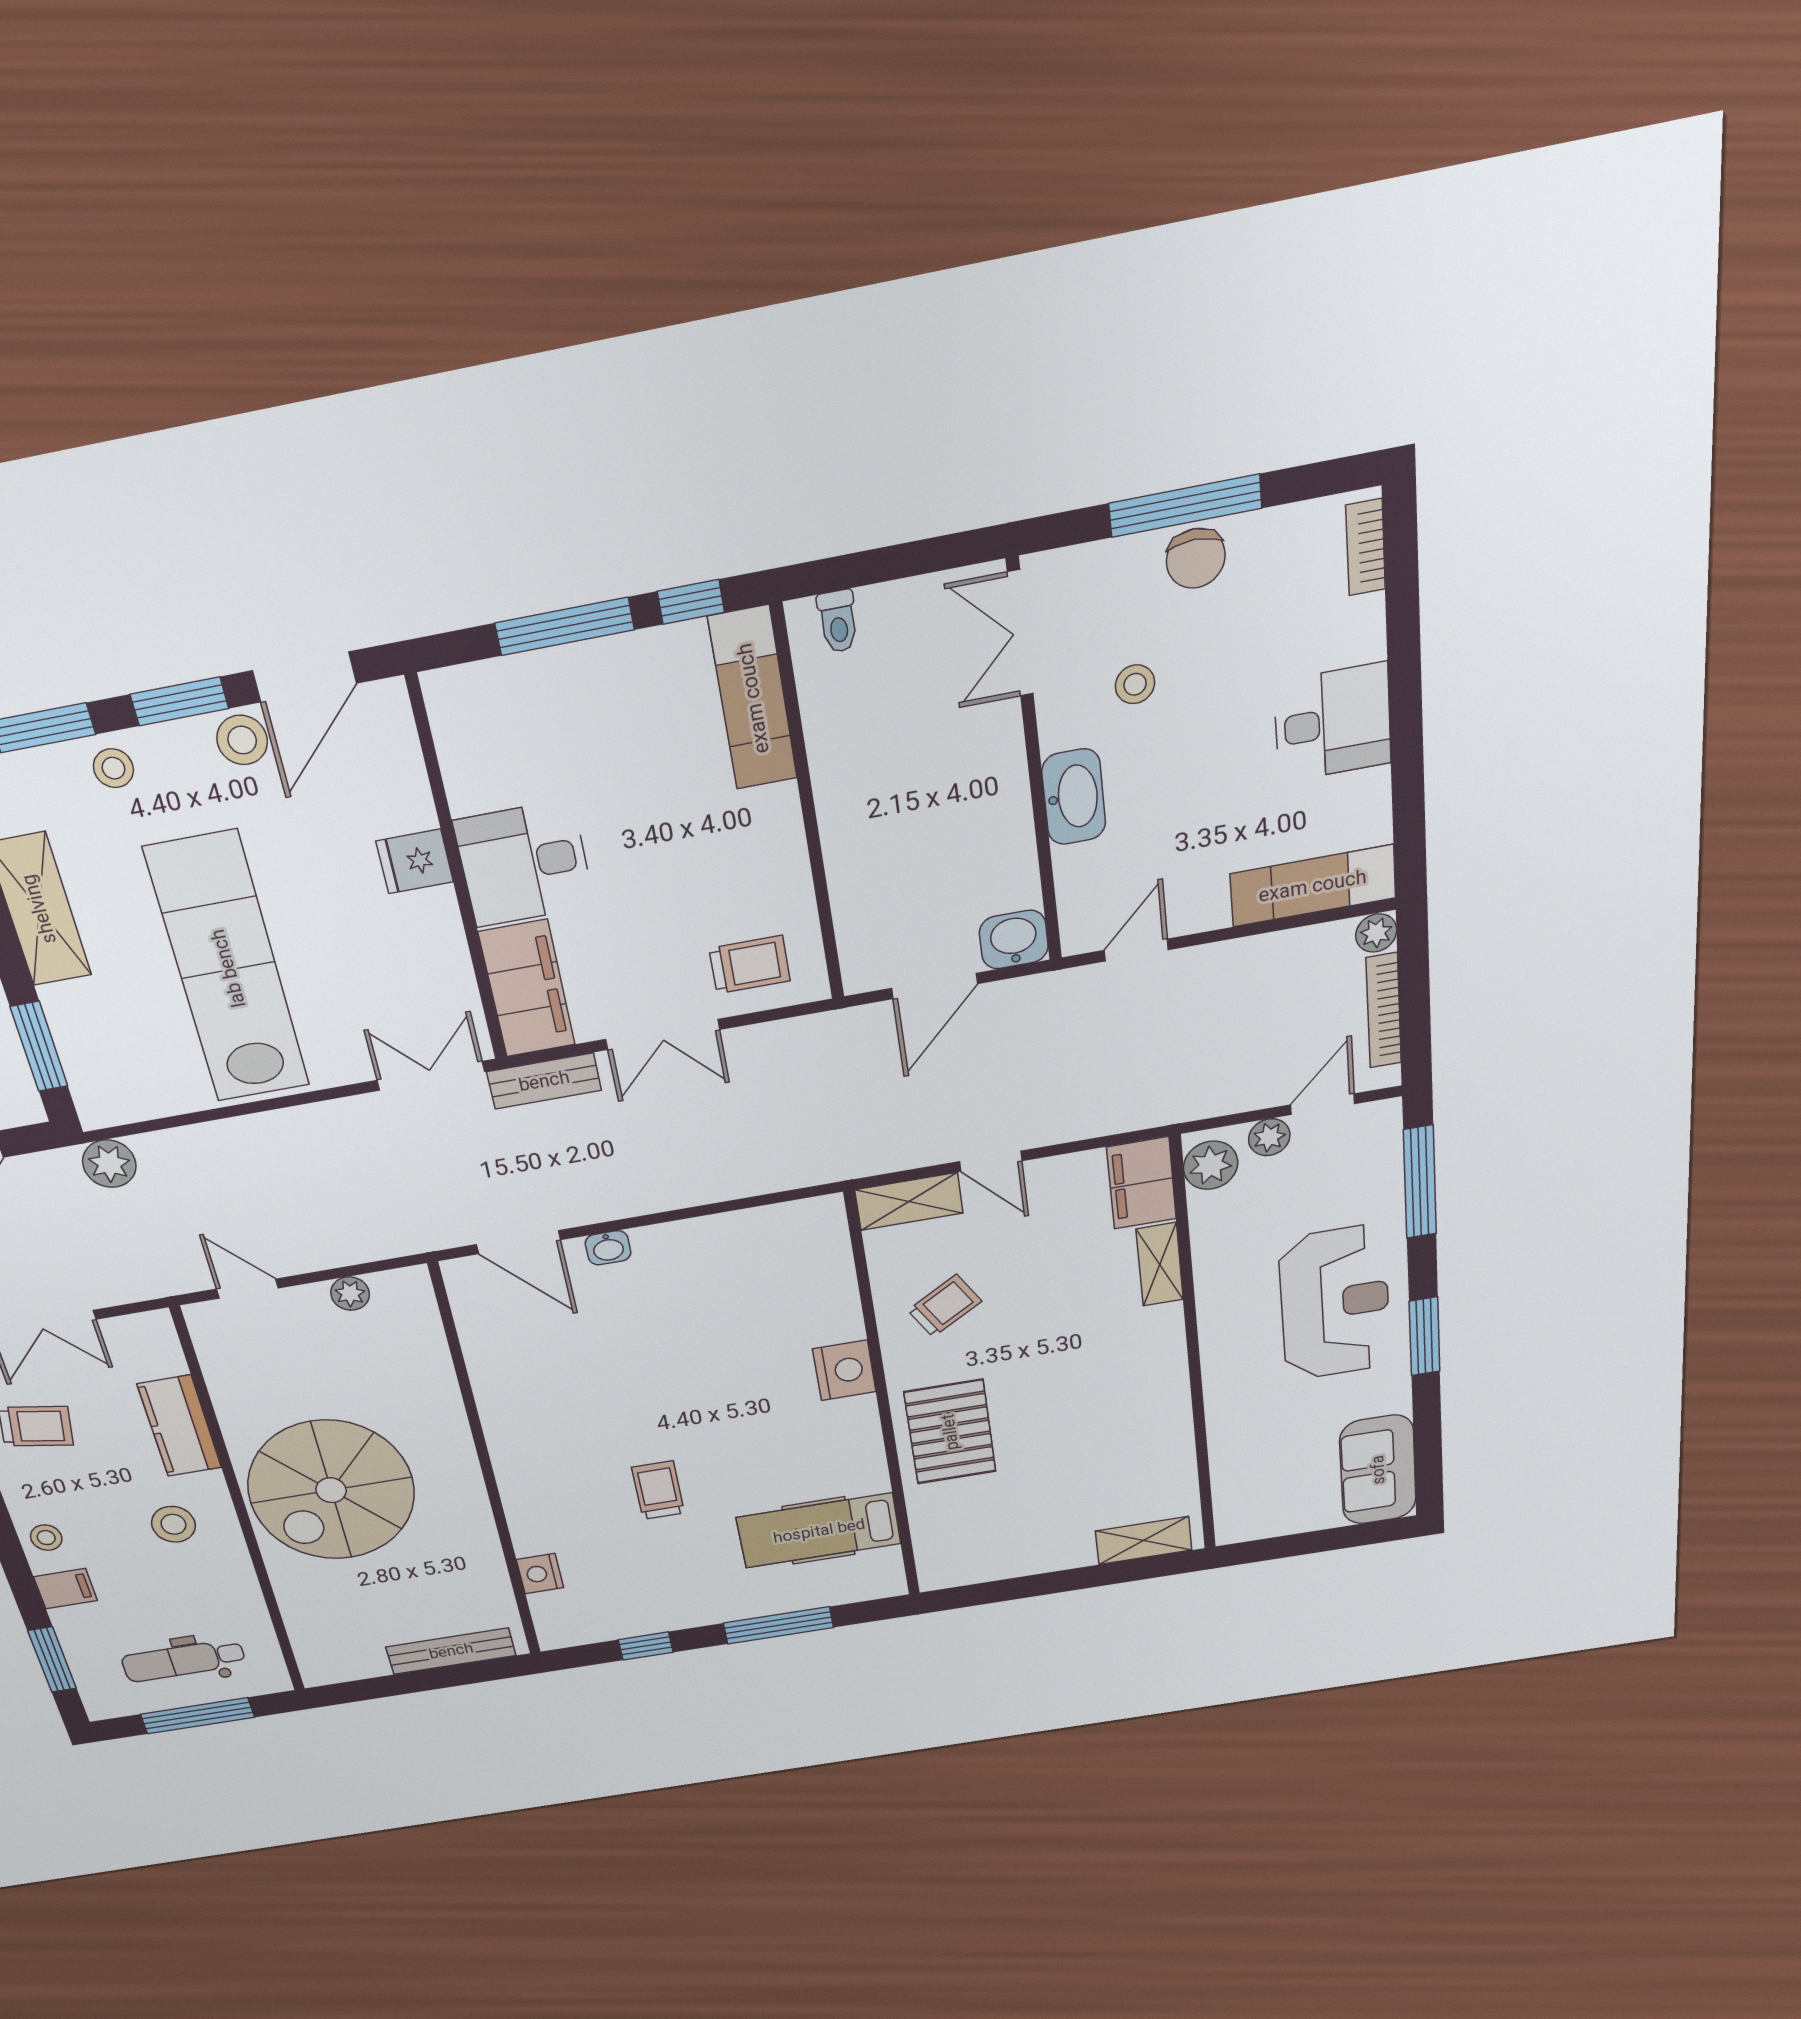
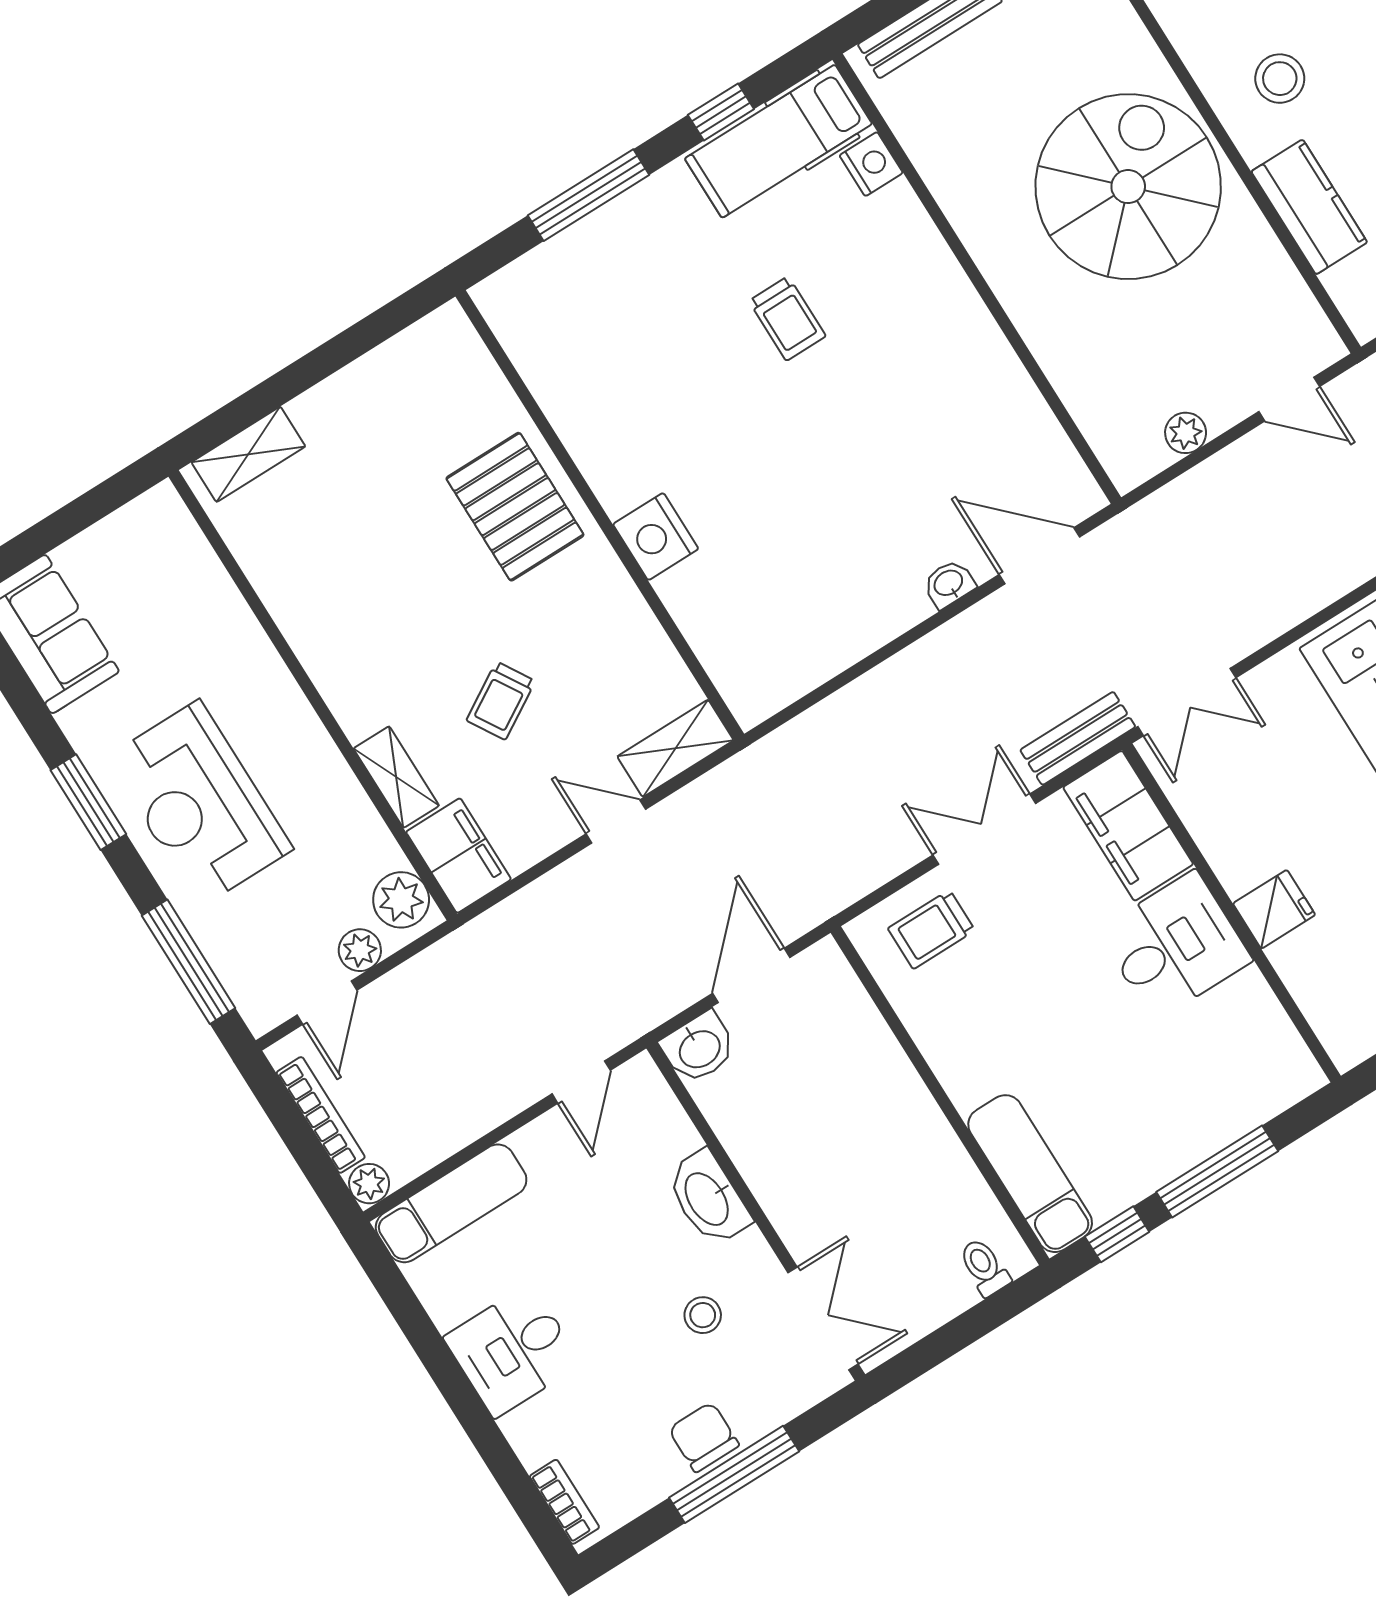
trolley: (945, 1306) -> (501, 701), moved
hospital bed: (819, 1531) -> (778, 141), moved, turned 180

